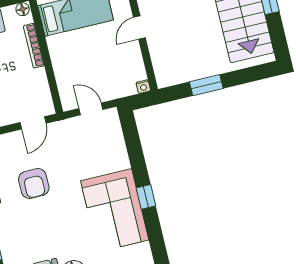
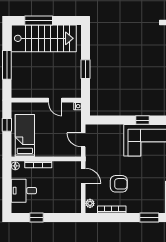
door: (139, 28) -> (55, 100), moved
door: (91, 109) -> (83, 140), hinge flipped

